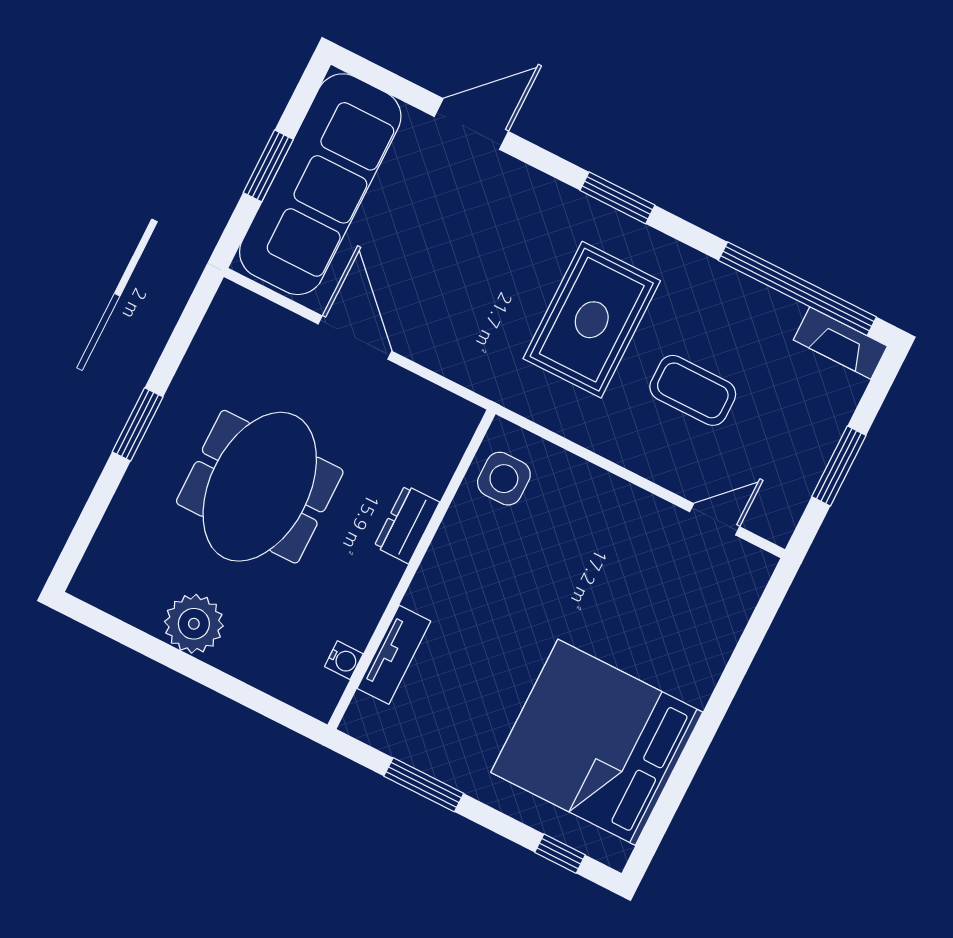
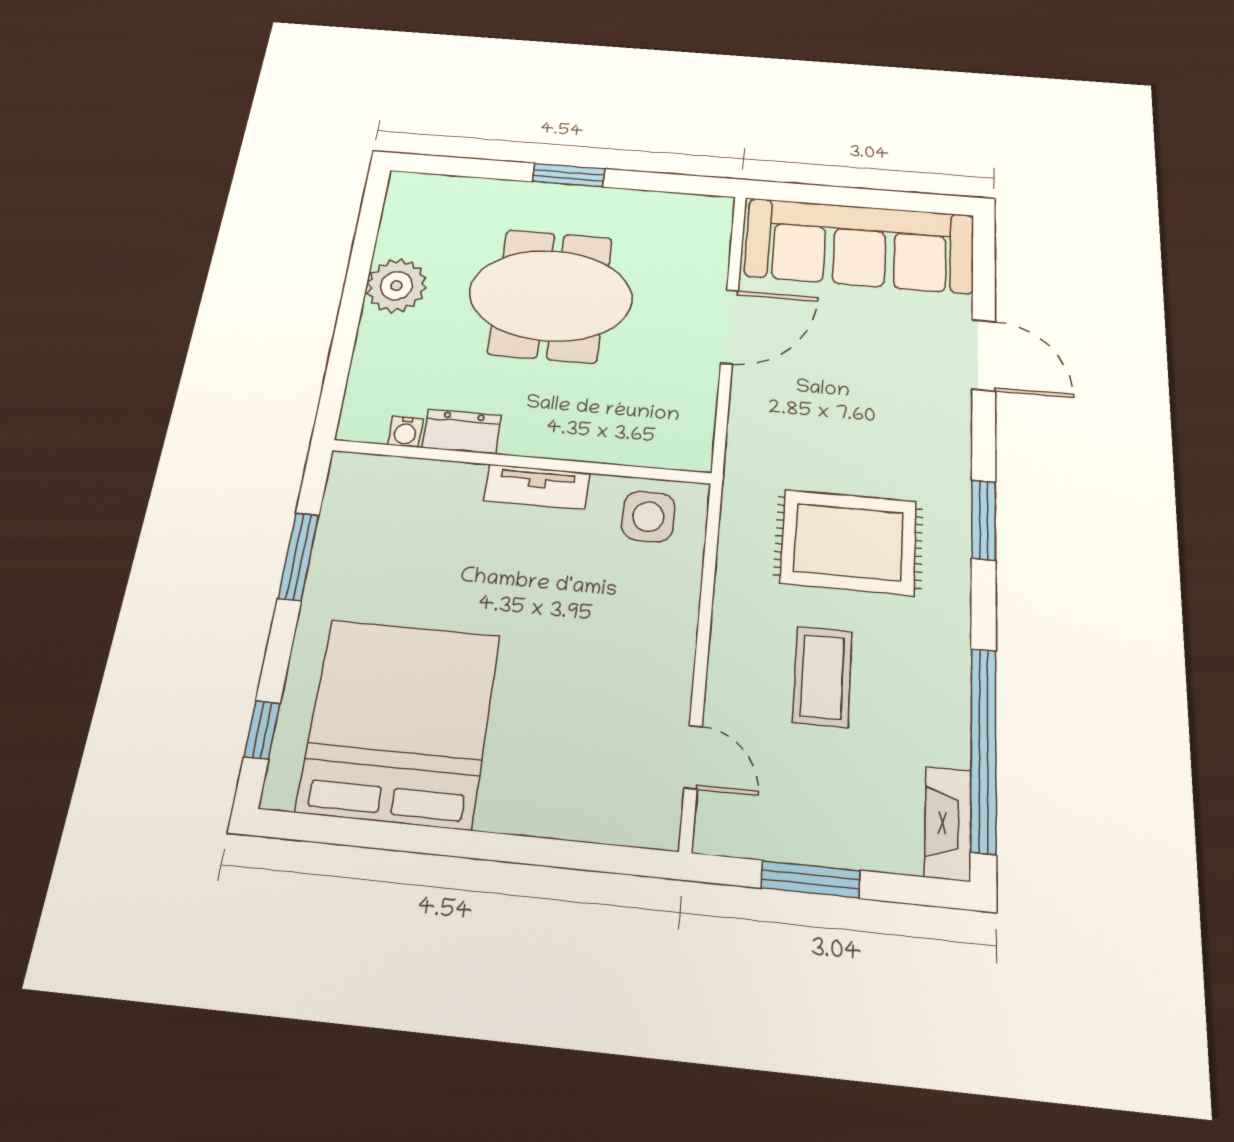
window: (268, 166) -> (855, 197), removed
dresser: (407, 524) -> (462, 431), moved
tv unit: (394, 655) -> (537, 487), moved

